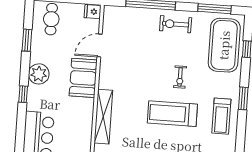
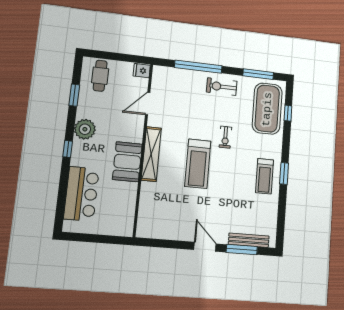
booth: (83, 78) -> (127, 162), moved
window: (243, 98) -> (284, 173), moved
treadmill: (172, 114) -> (198, 164), moved, turned -90
shelving: (103, 117) -> (151, 154), moved

